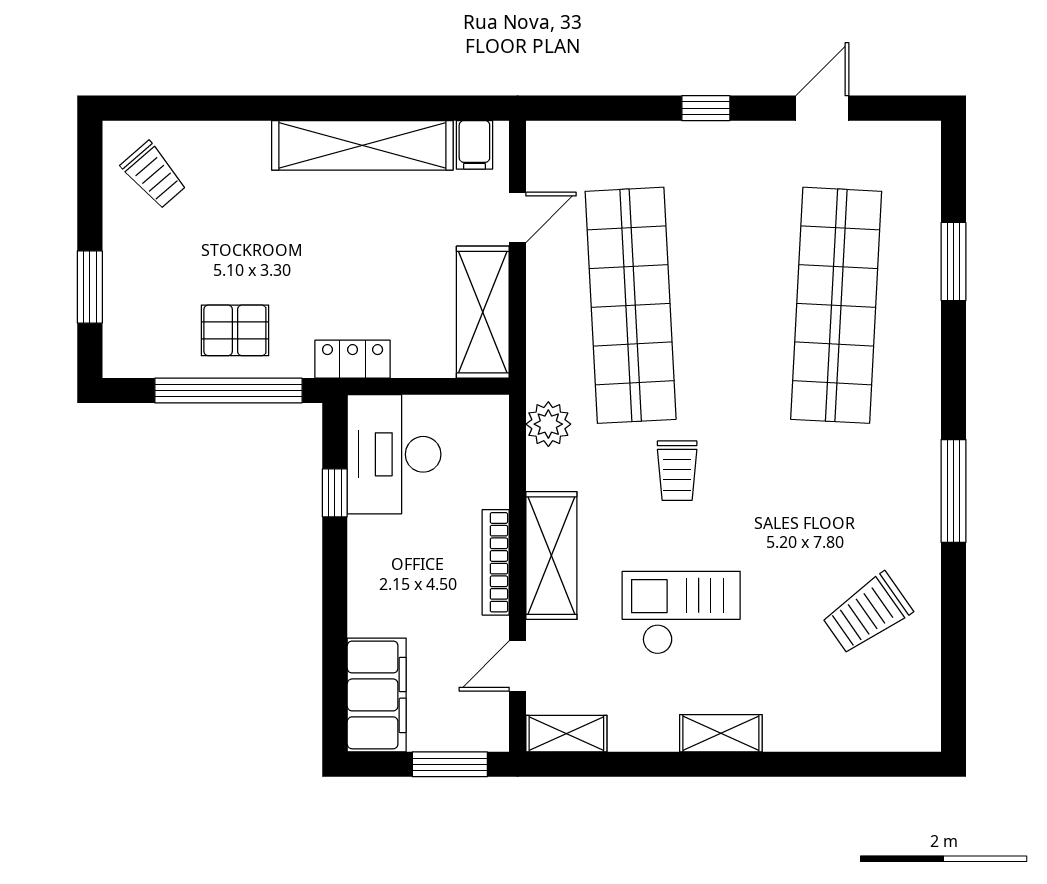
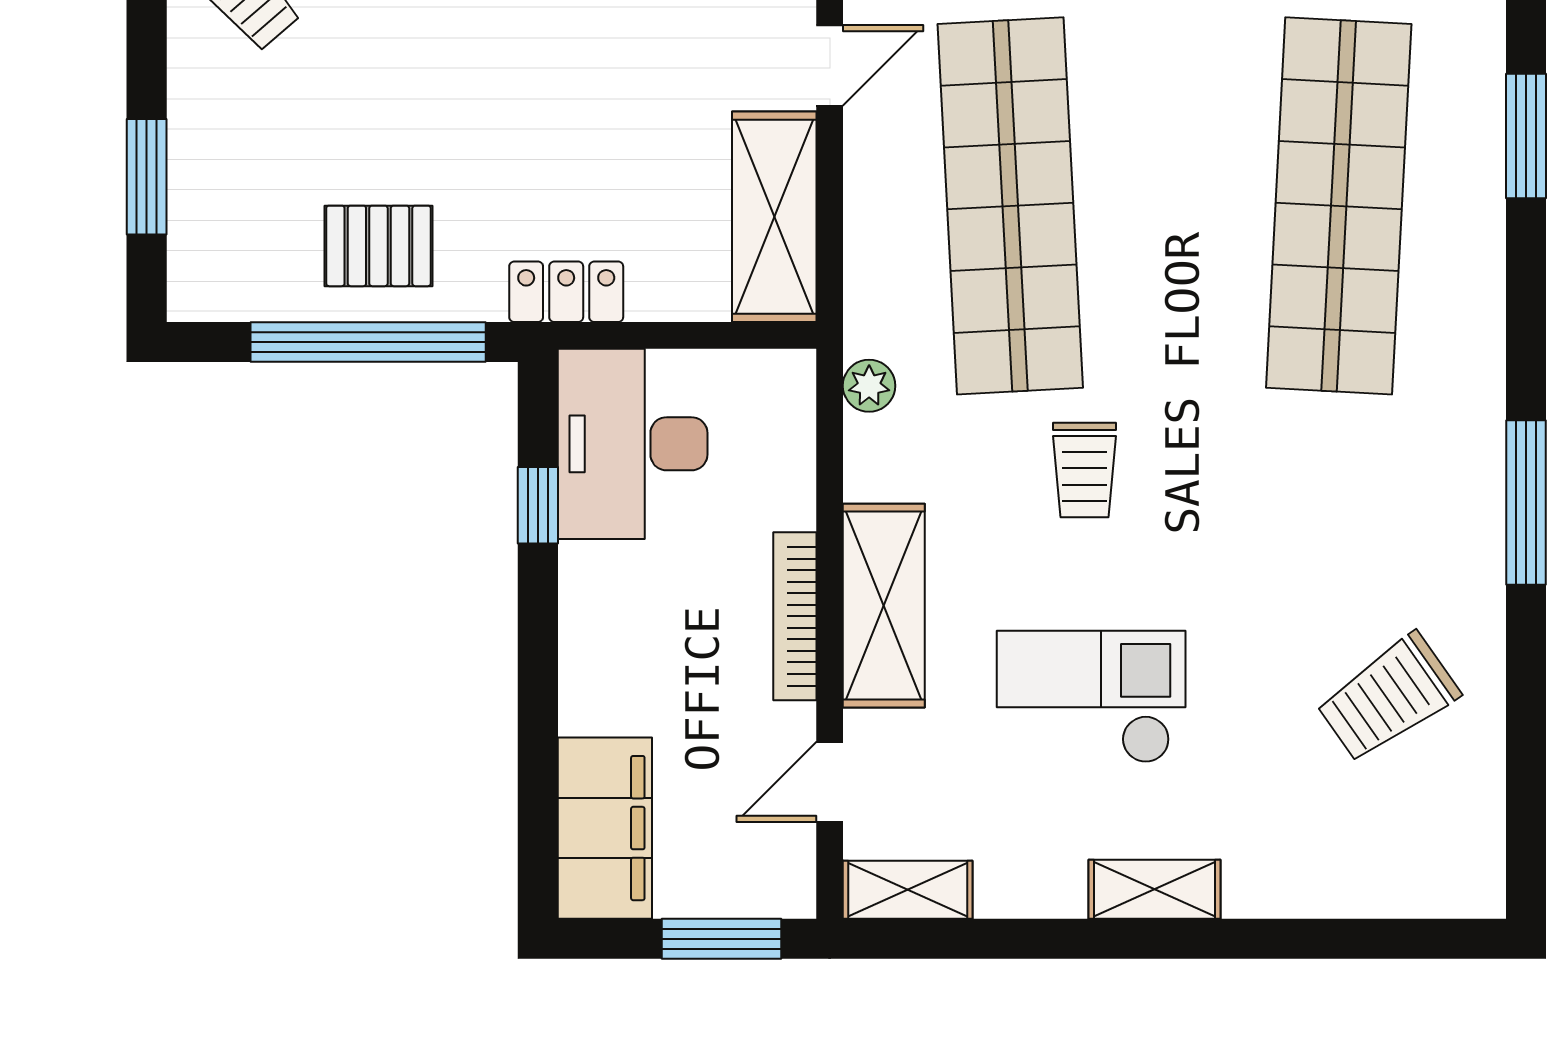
plant: (548, 424) -> (869, 386), width x0.73, depth x0.73

